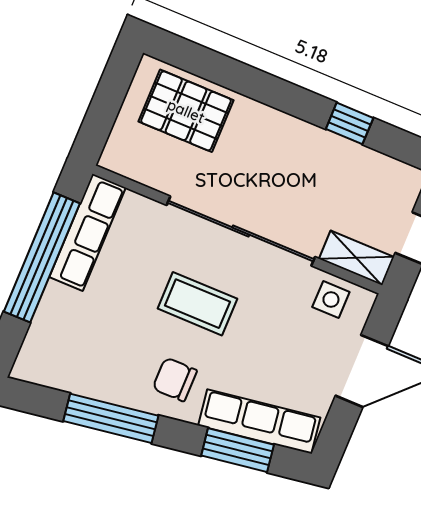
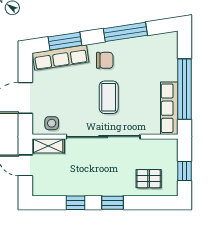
window: (277, 93) -> (113, 203), added
window: (109, 96) -> (184, 171), added
pallet: (186, 111) -> (149, 179), width x0.67, depth x0.71
coffee table: (197, 304) -> (109, 97), turned 90

